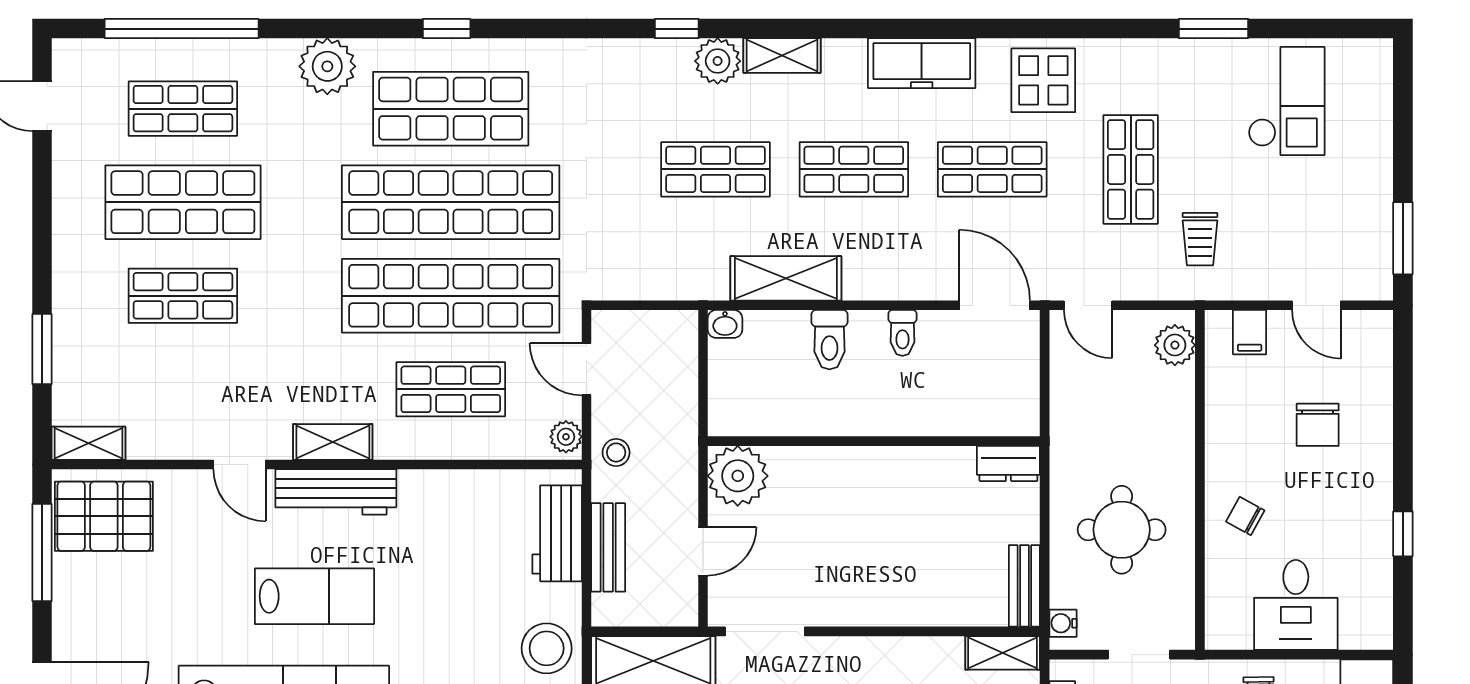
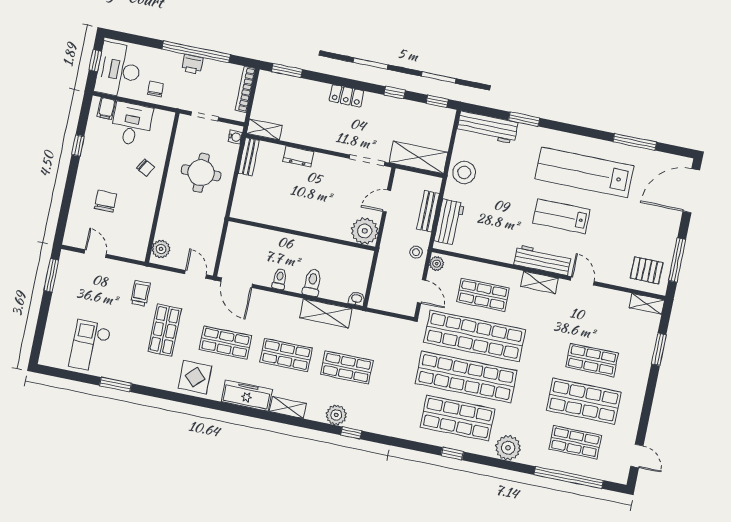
shelving: (782, 56) -> (288, 408), moved
filing cabinet: (1250, 332) -> (106, 108), moved, turned 180
dresser: (1008, 464) -> (298, 156), moved, turned 180
pallet: (104, 516) -> (647, 270), width x0.67, depth x0.71

